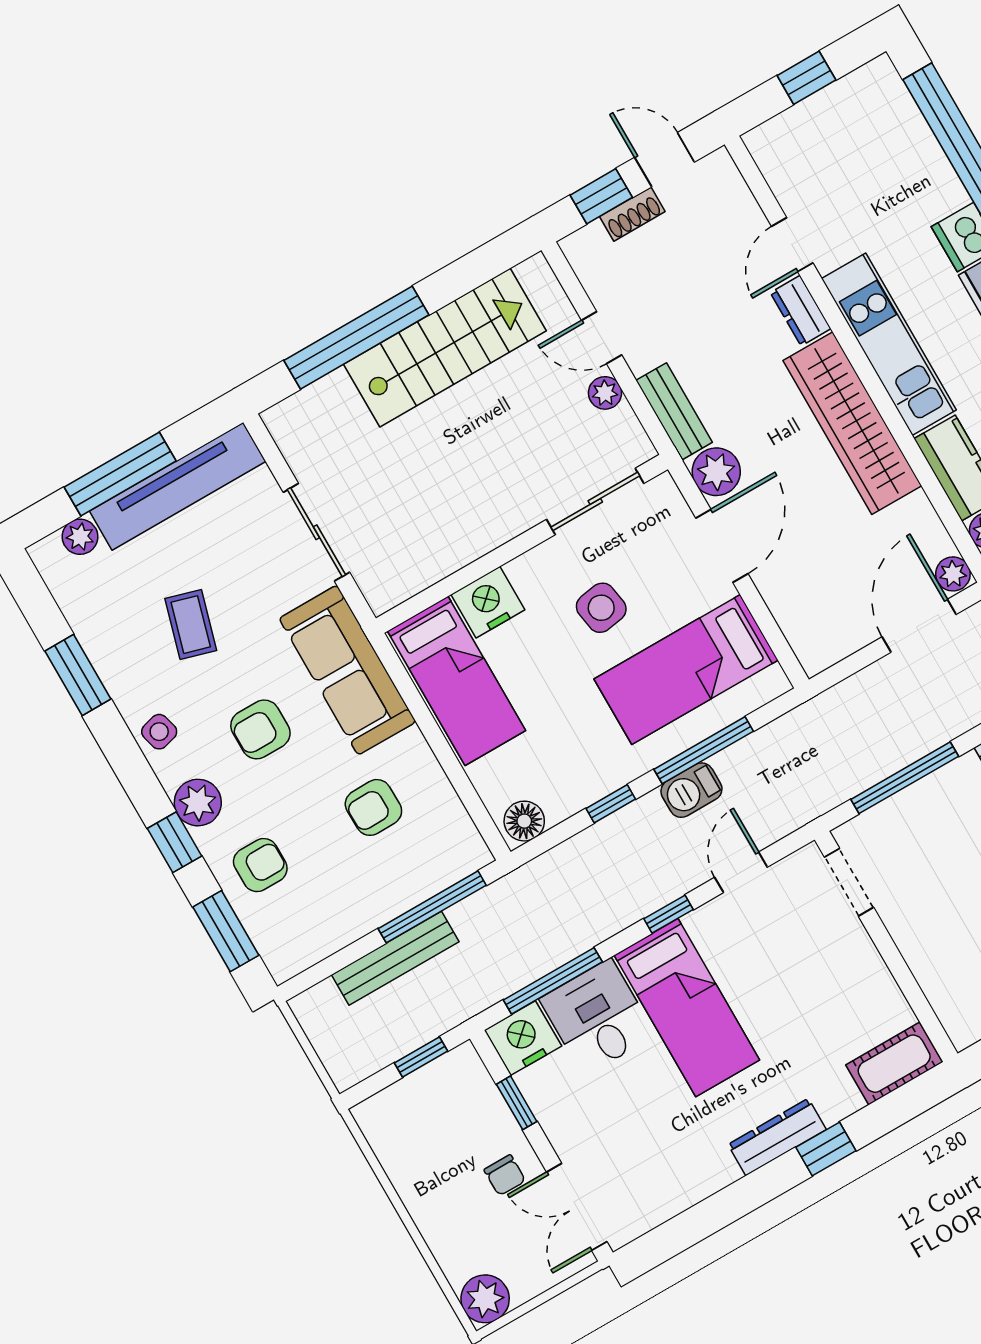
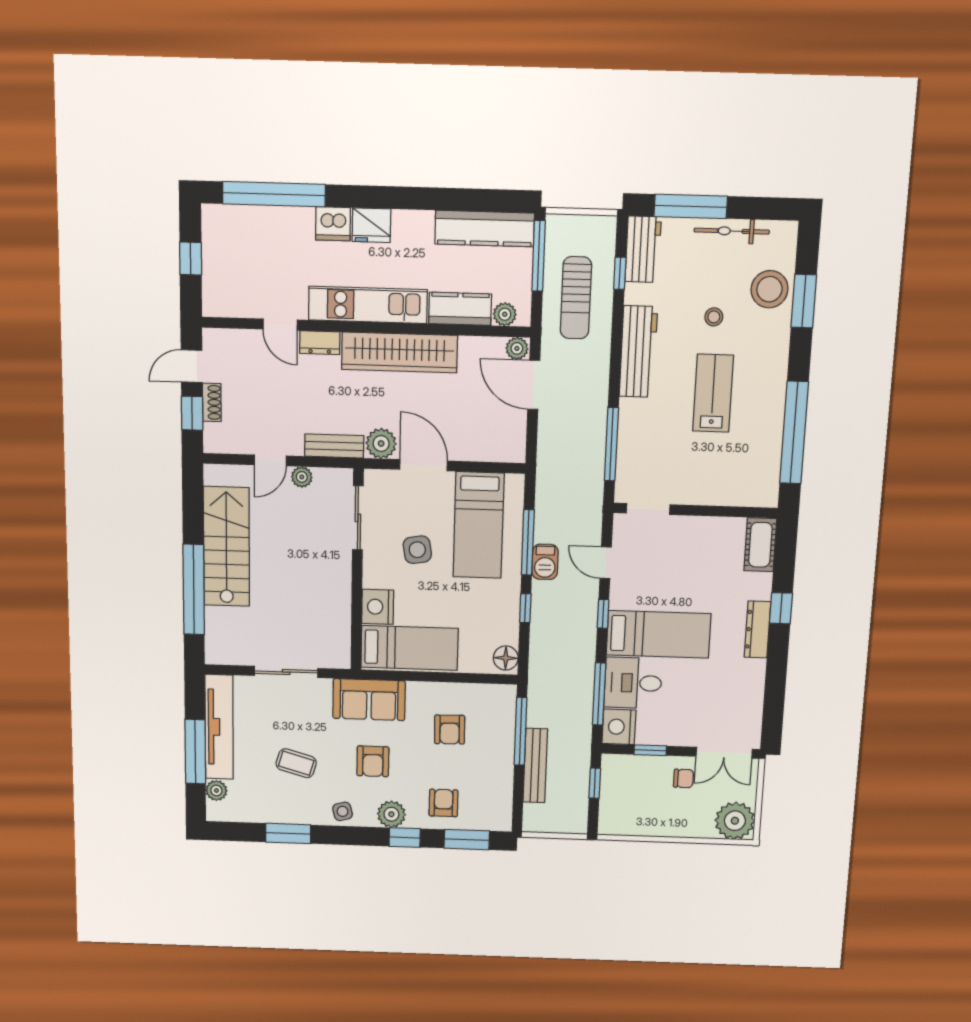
sofa: (348, 670) -> (369, 700), width x0.73
plant: (485, 1299) -> (735, 821), width x1.36, depth x1.36

